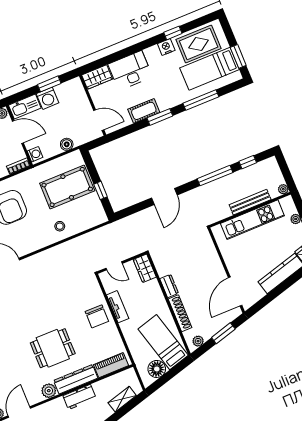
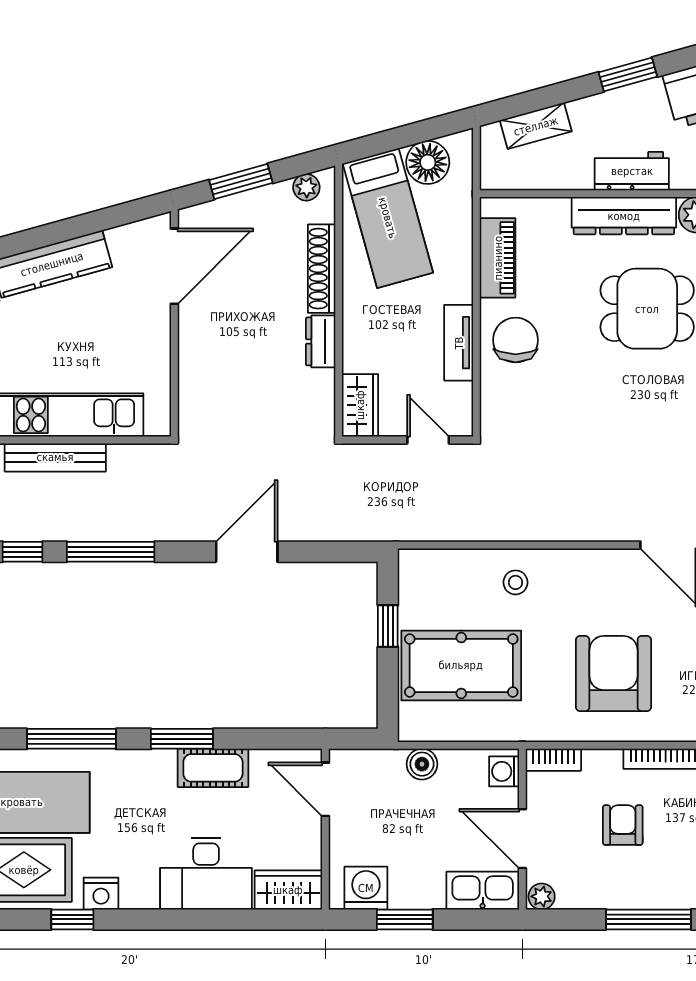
washing machine: (48, 98) -> (366, 888), moved
piano: (111, 365) -> (498, 258), moved, turned -90

